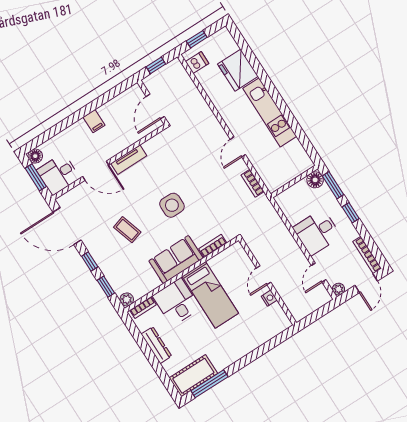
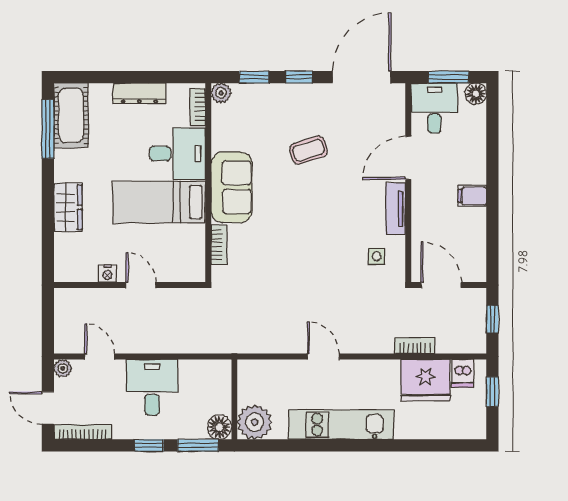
fridge: (238, 70) -> (425, 380), moved, turned 180
plant: (300, 162) -> (255, 422), added
bookcase: (253, 183) -> (415, 346), moved
side table: (172, 205) -> (377, 256), moved, width x0.54, depth x0.54
wardrobe: (246, 344) -> (68, 207), added

